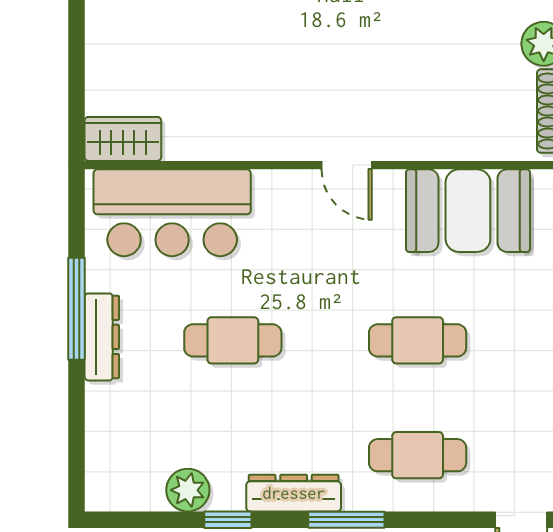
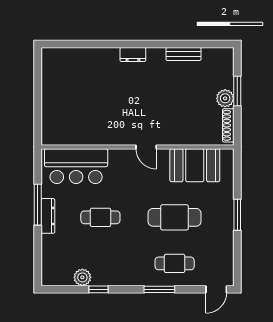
wardrobe: (123, 139) -> (56, 137), removed
cafe table: (418, 340) -> (175, 217), width x1.37, depth x1.35
dresser: (294, 493) -> (125, 279), removed
window: (346, 520) -> (159, 289), moved

